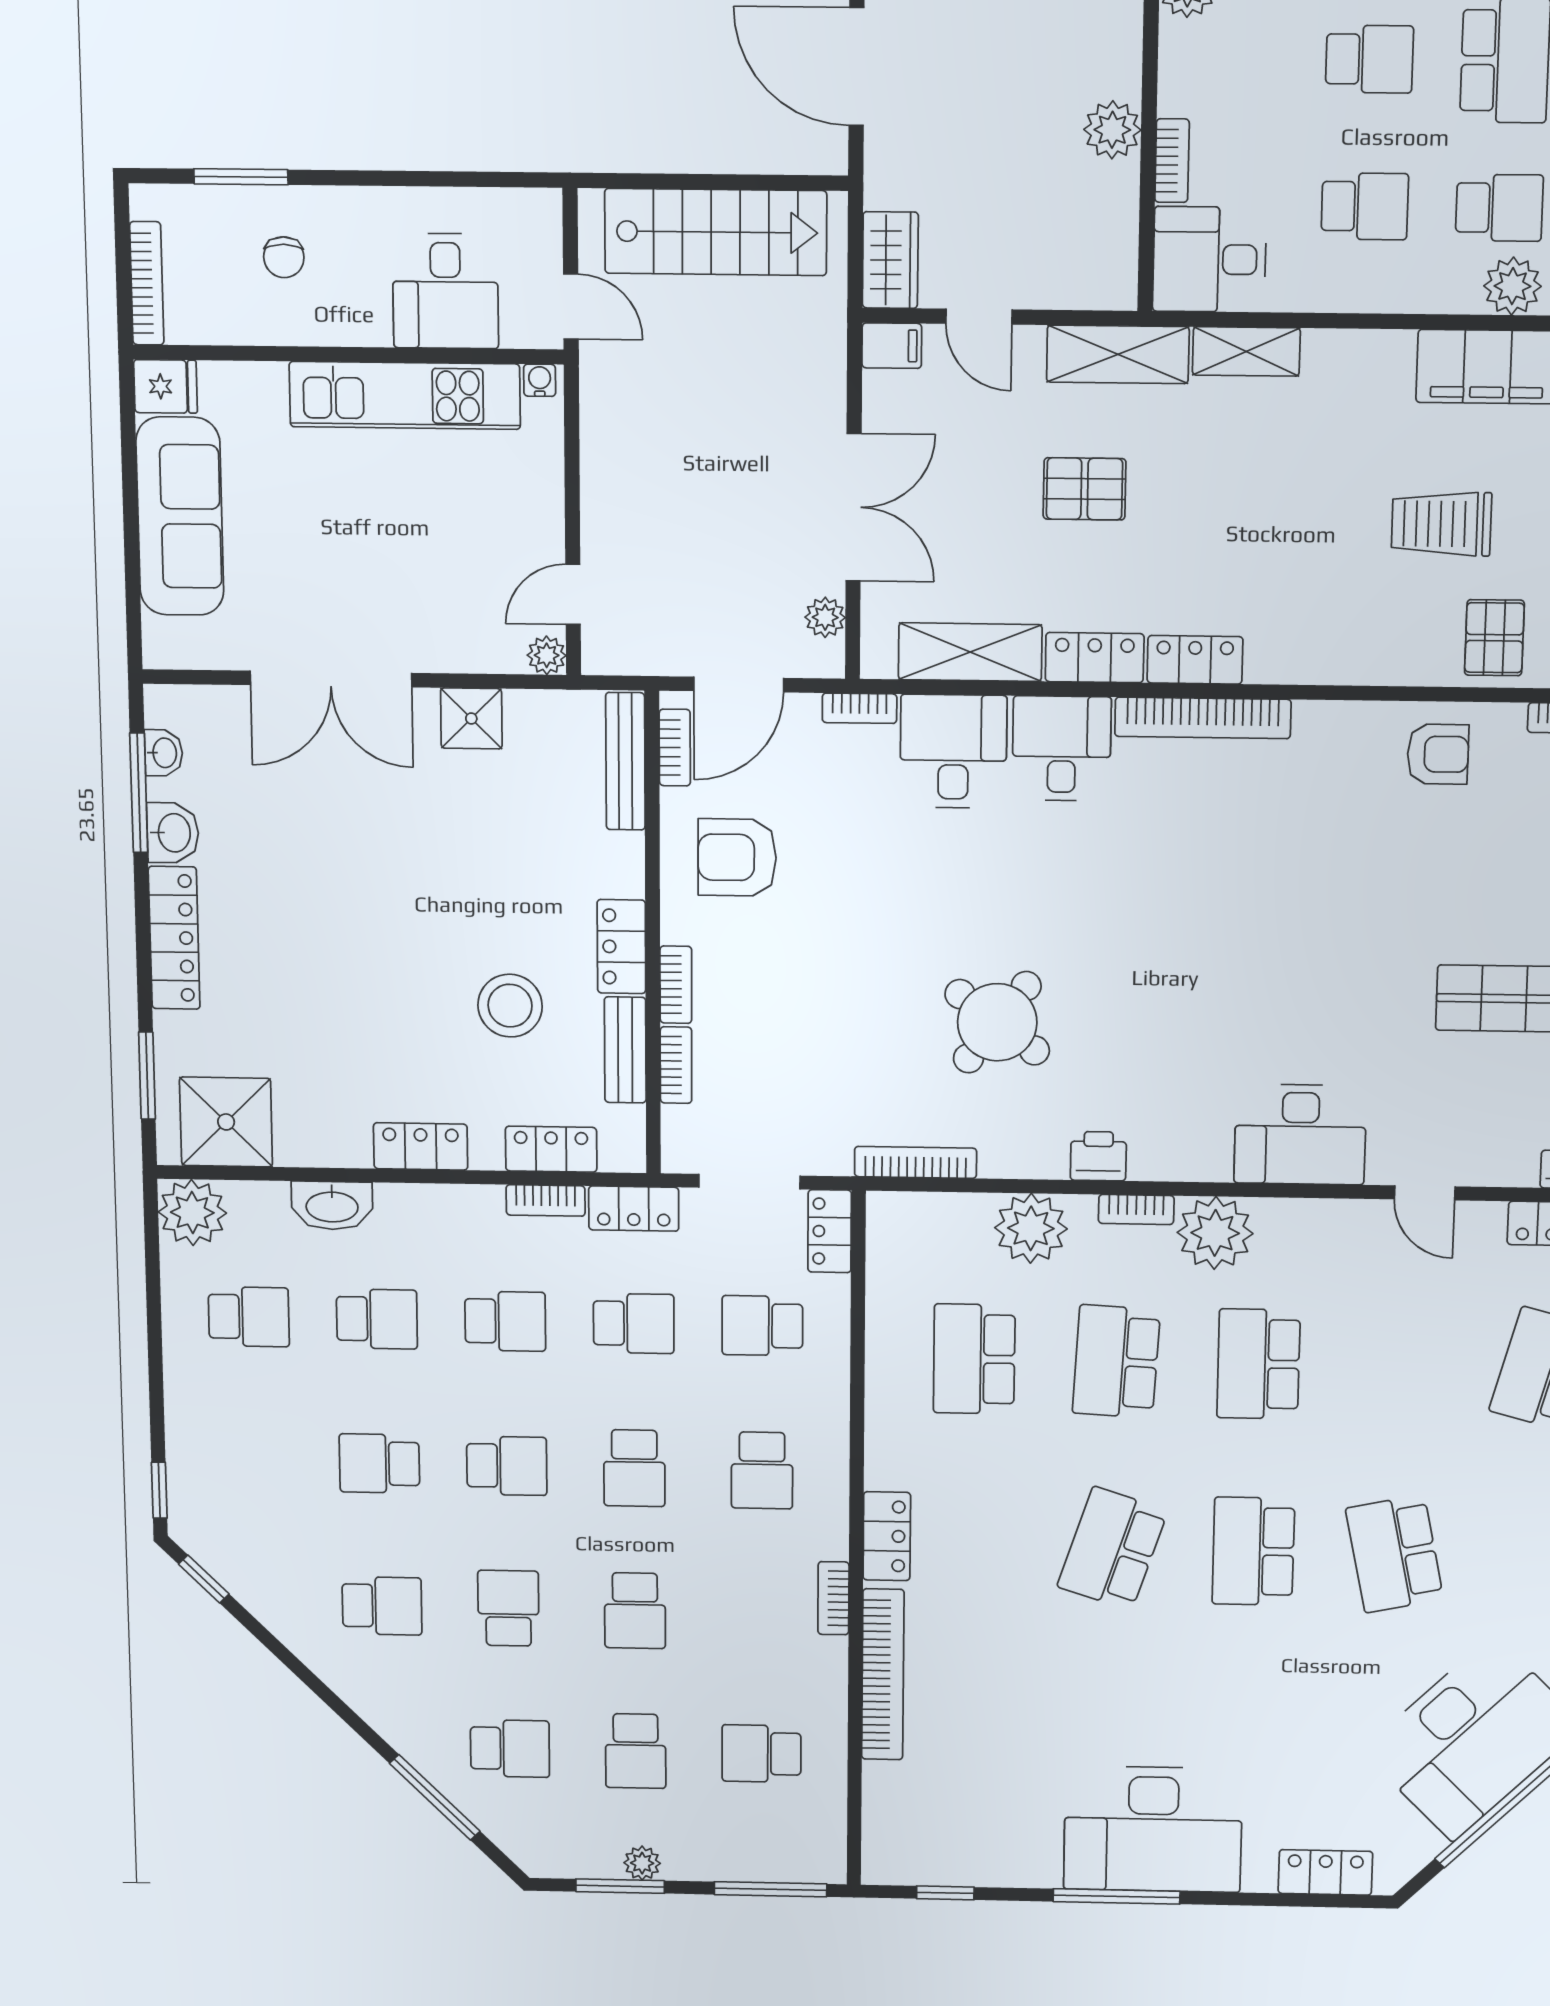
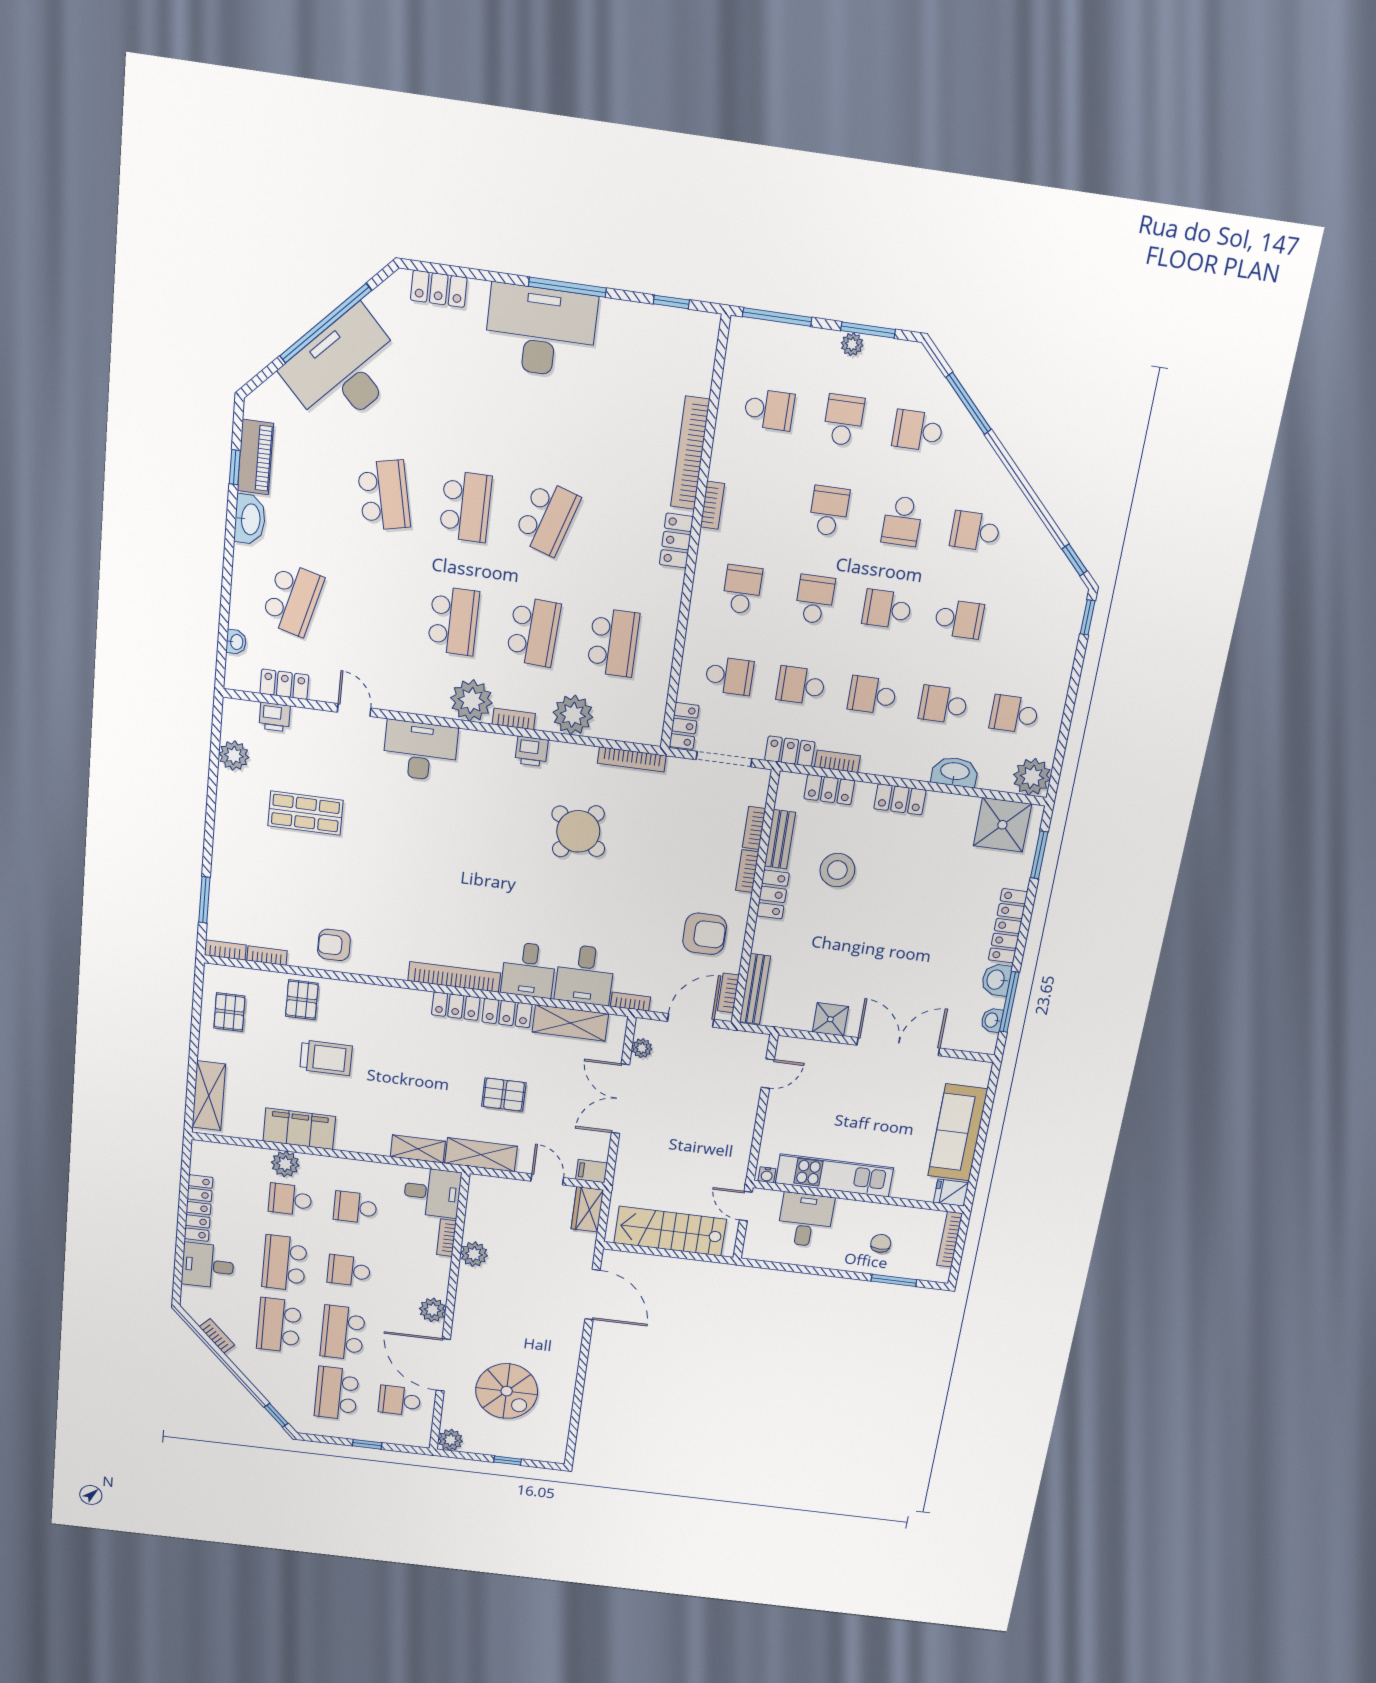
plant: (547, 655) -> (786, 1046), removed

